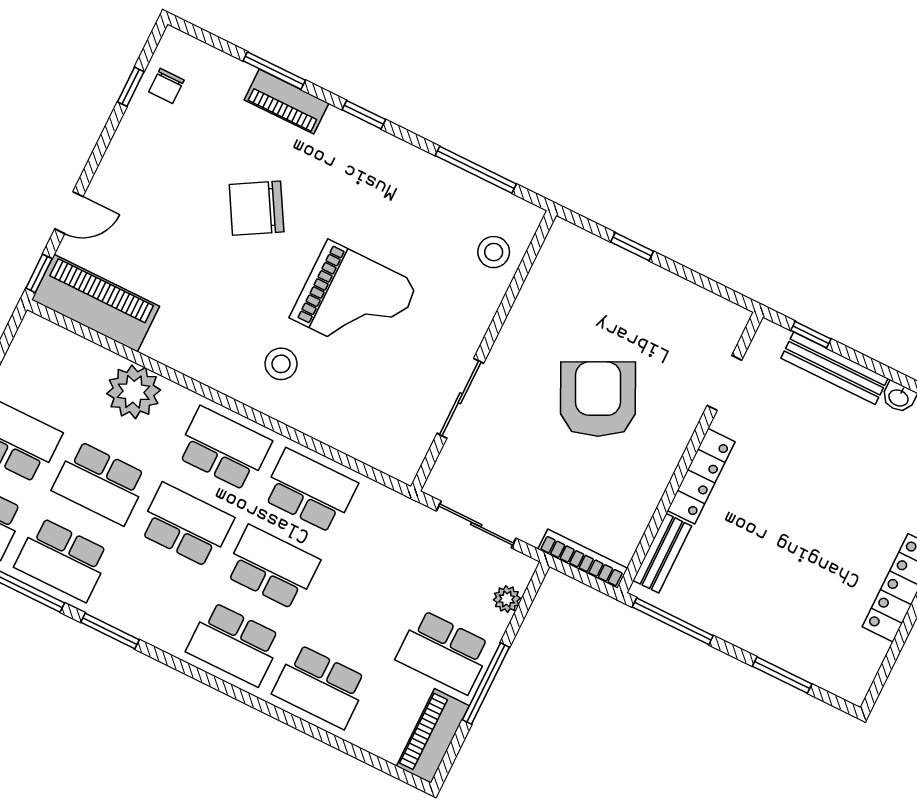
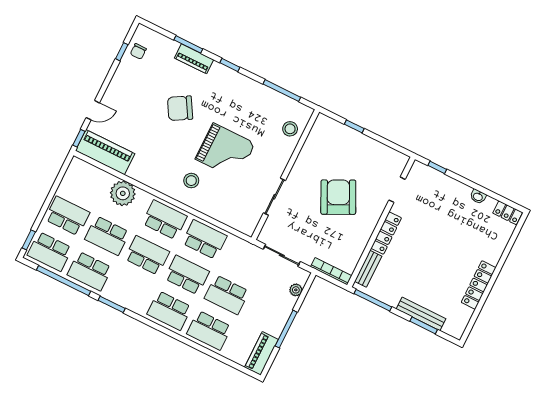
bench: (834, 368) -> (421, 314), moved
school desk: (444, 652) -> (227, 295), moved

